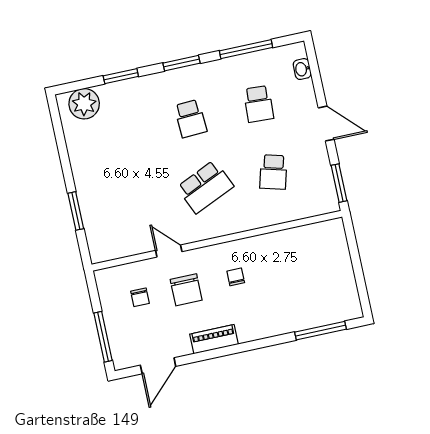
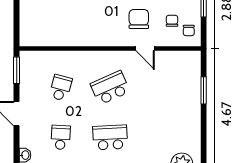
school desk: (190, 119) -> (110, 137), width x1.85
chair: (236, 277) -> (189, 30), moved

